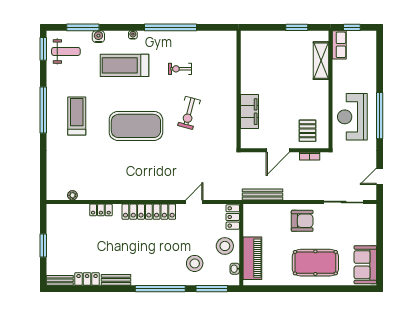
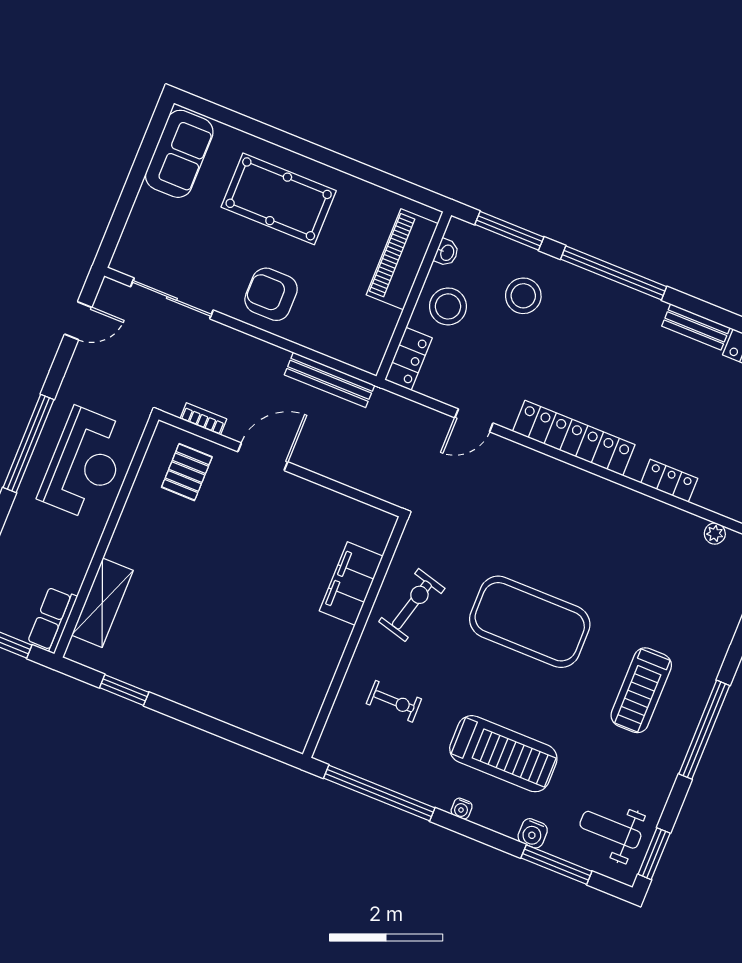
wall: (239, 89) -> (355, 637), moved
filing cabinet: (249, 112) -> (351, 584), moved

